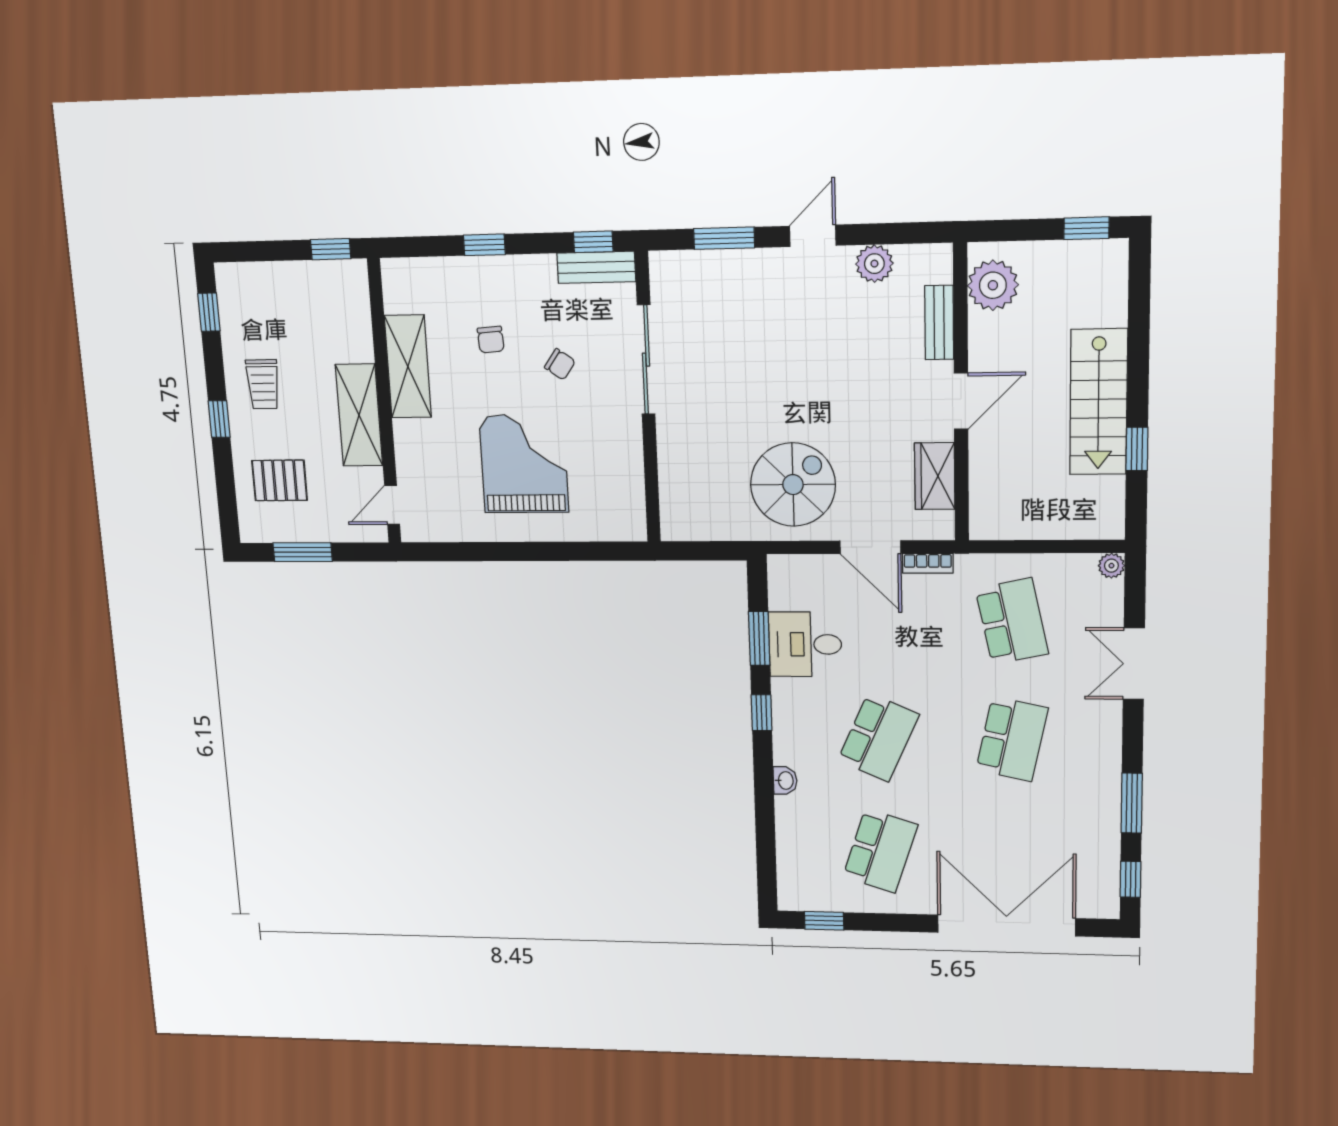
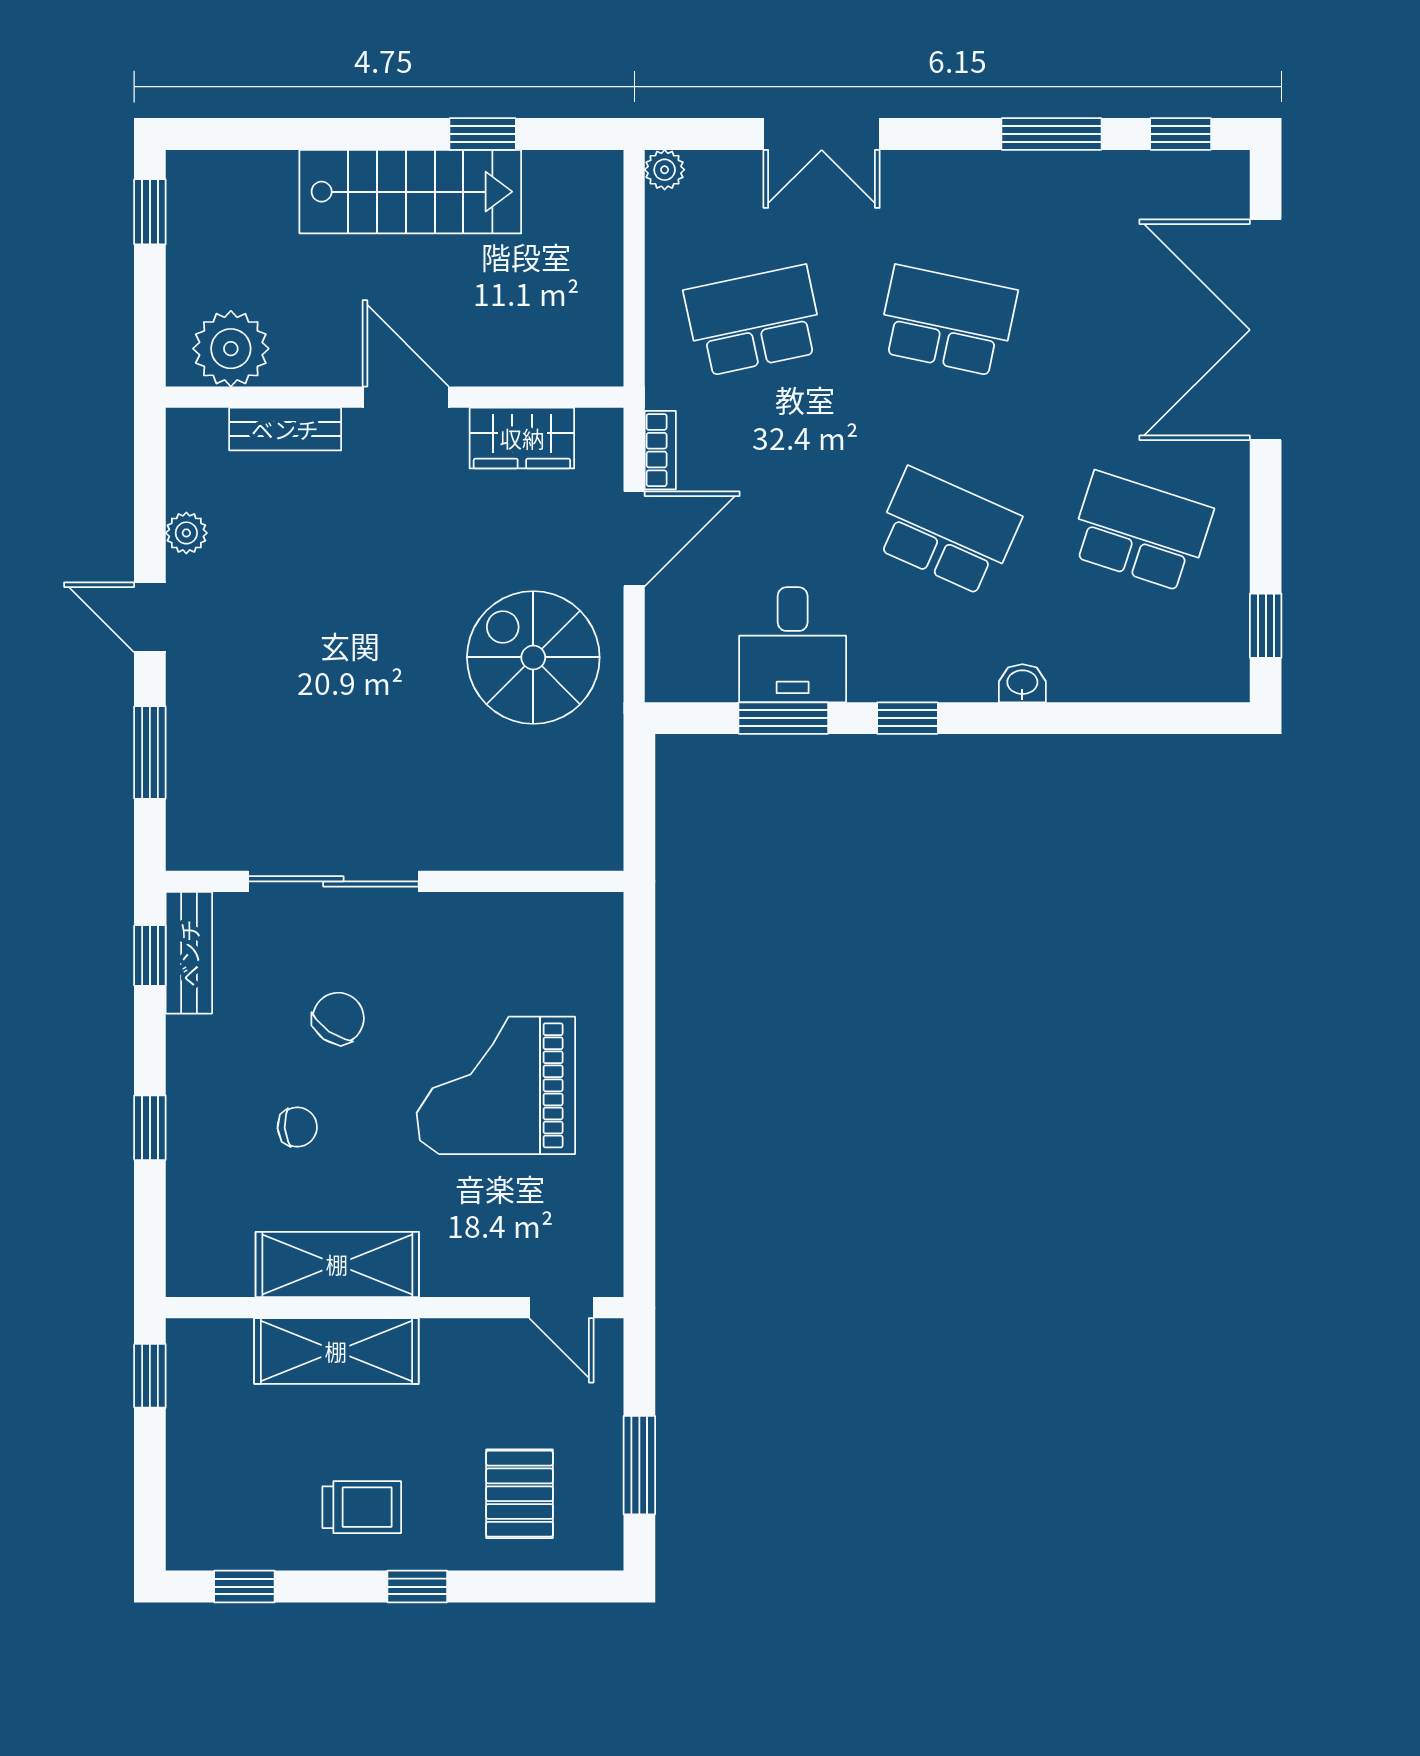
plant: (874, 264) -> (186, 533), width x0.73, depth x0.73
chair: (560, 364) -> (338, 1018), width x1.37, depth x1.37
shelving: (359, 415) -> (336, 1351), moved

